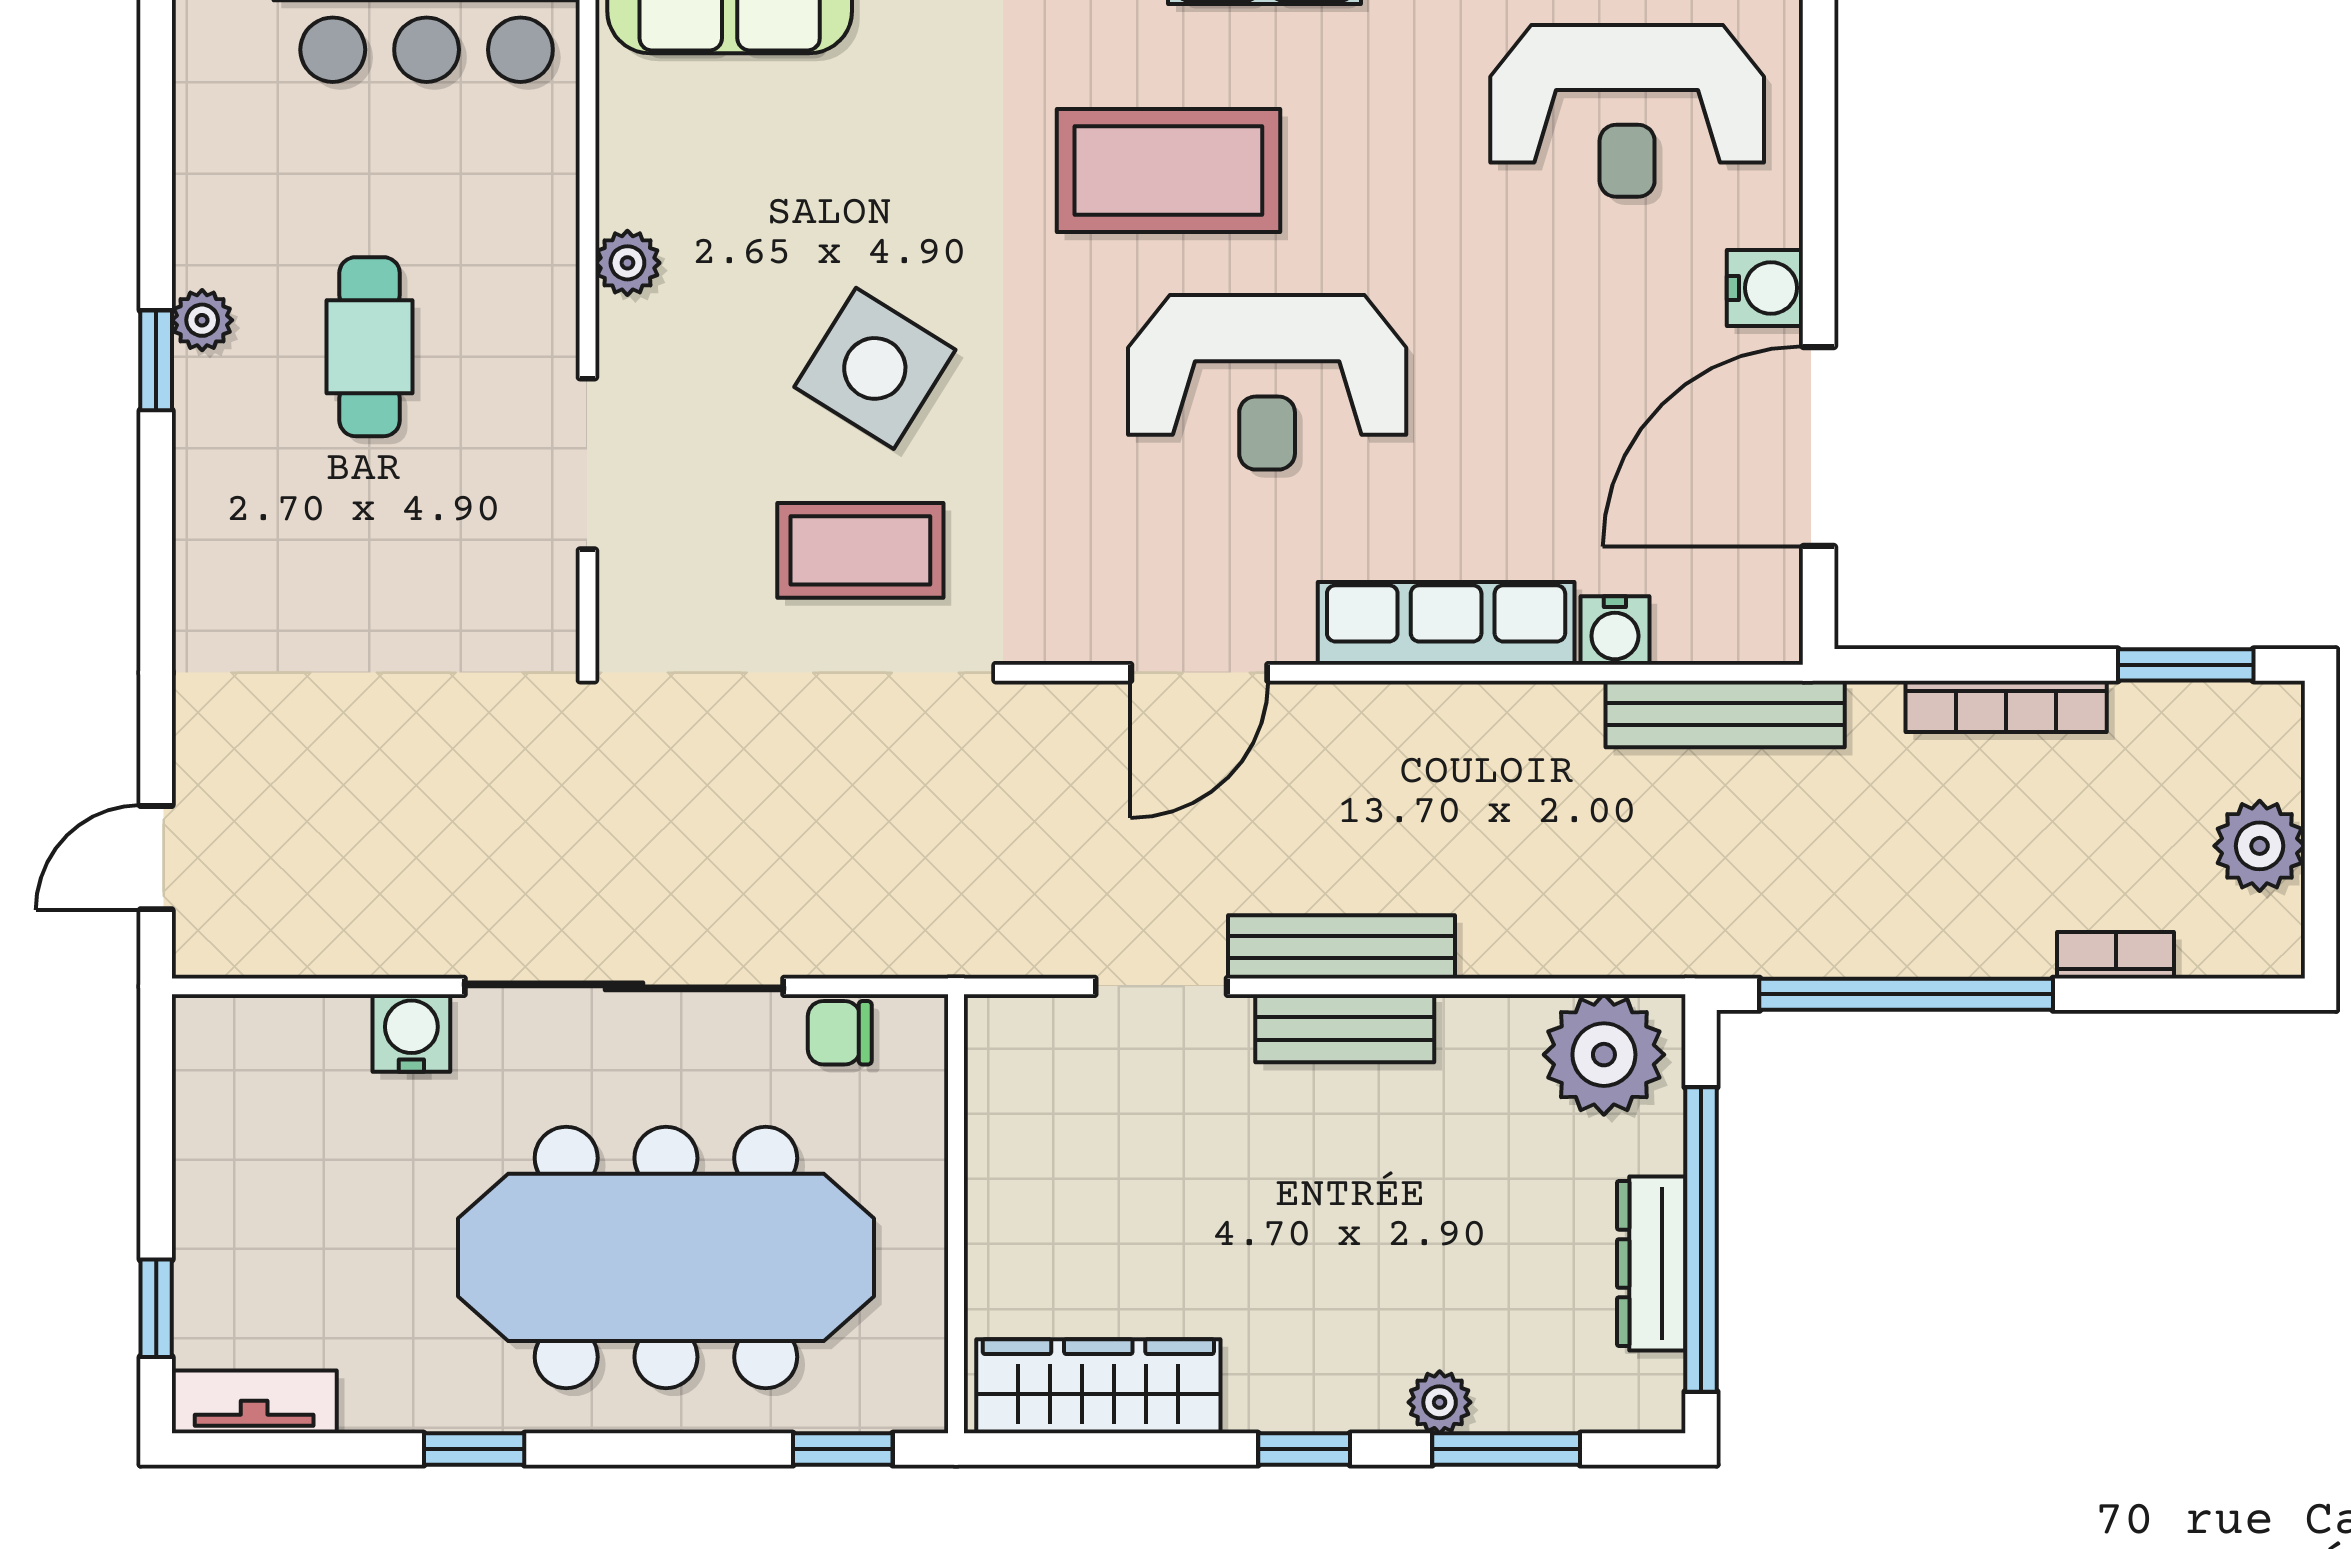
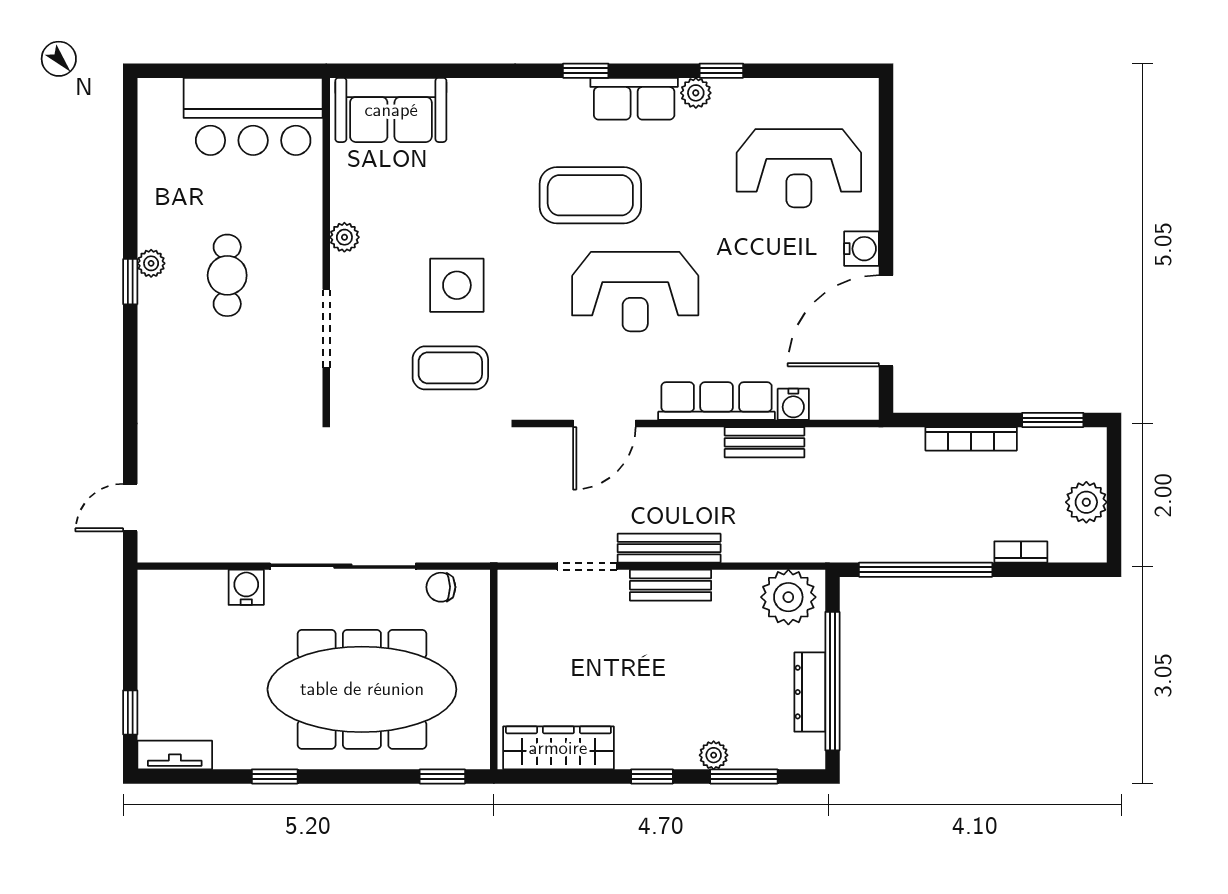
side table: (875, 368) -> (457, 285), turned -32
bench: (1725, 714) -> (765, 442), moved, width x0.73

